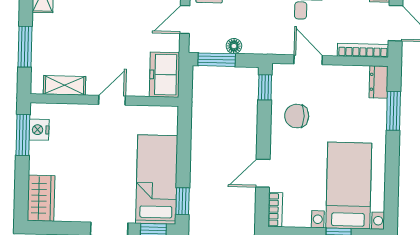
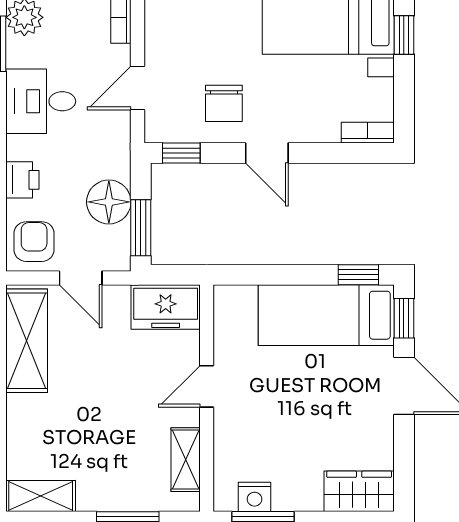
floor lamp: (234, 46) -> (109, 202), width x1.89, depth x1.89
door: (112, 100) -> (207, 386), hinge flipped
door: (263, 173) -> (267, 153), moved

